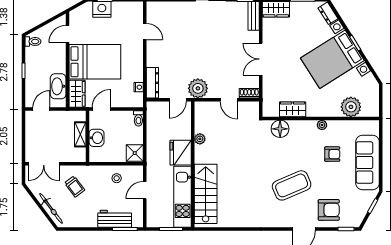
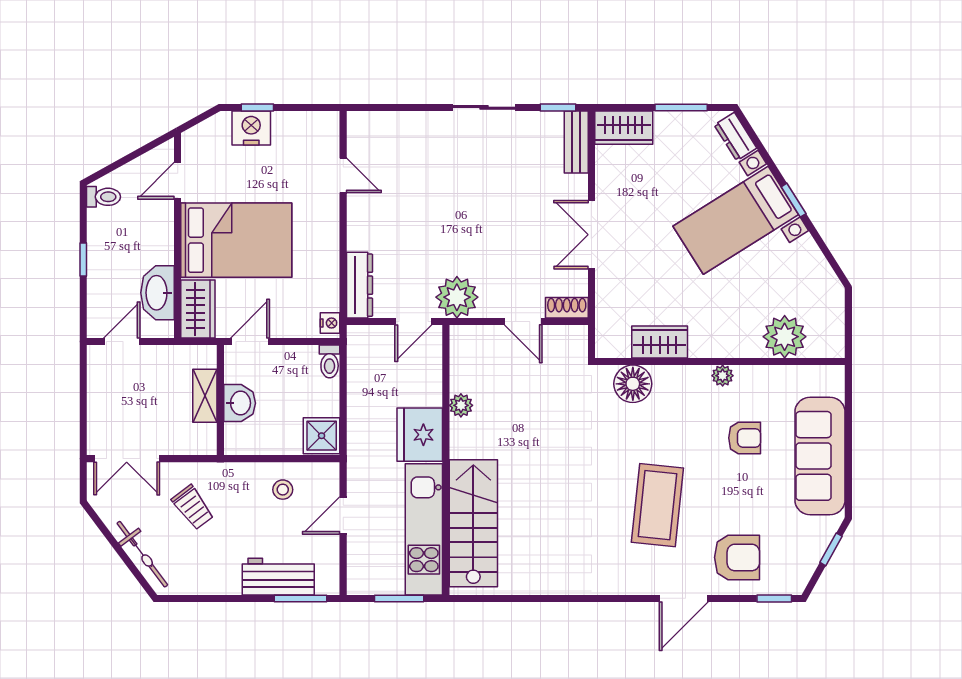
bed with nightstands: (332, 59) -> (736, 220), width x0.73
nightstand: (139, 87) -> (330, 323), moved
coffee table: (292, 185) -> (657, 505), turned -61

